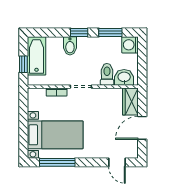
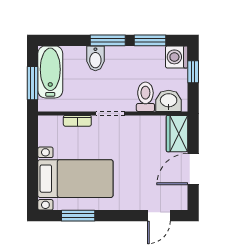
window: (79, 33) -> (108, 40), width x1.50
window: (142, 56) -> (193, 72), added
window: (23, 64) -> (32, 83), width x1.50
window: (57, 162) -> (78, 216), width x0.69
door: (117, 162) -> (159, 216), hinge flipped

